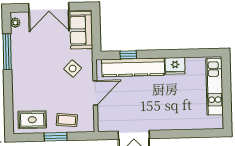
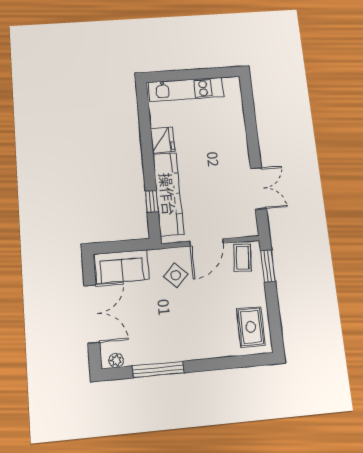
door: (95, 93) -> (207, 242), swing flipped
coffee table: (67, 120) -> (242, 258), moved
window: (56, 137) -> (268, 266), moved

